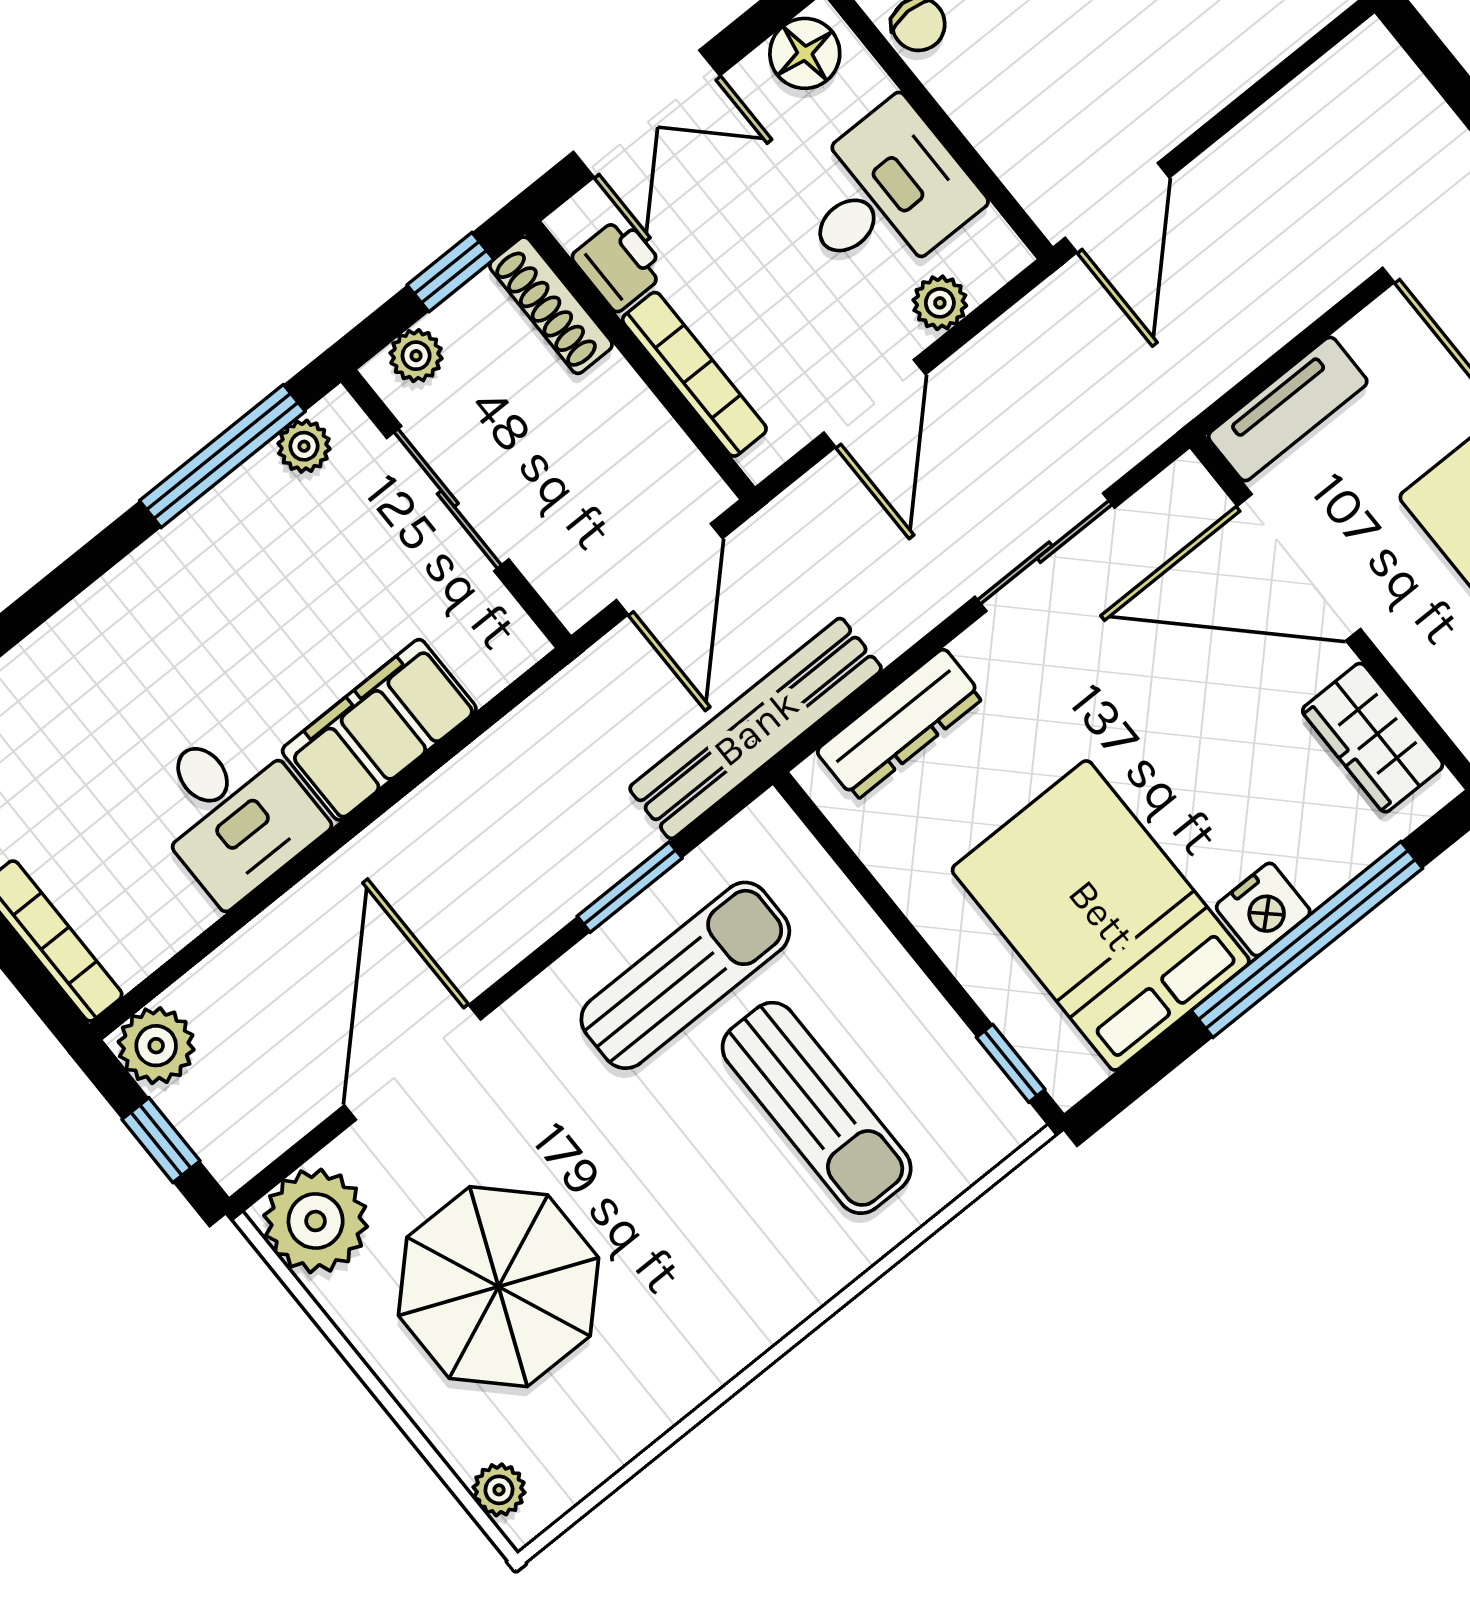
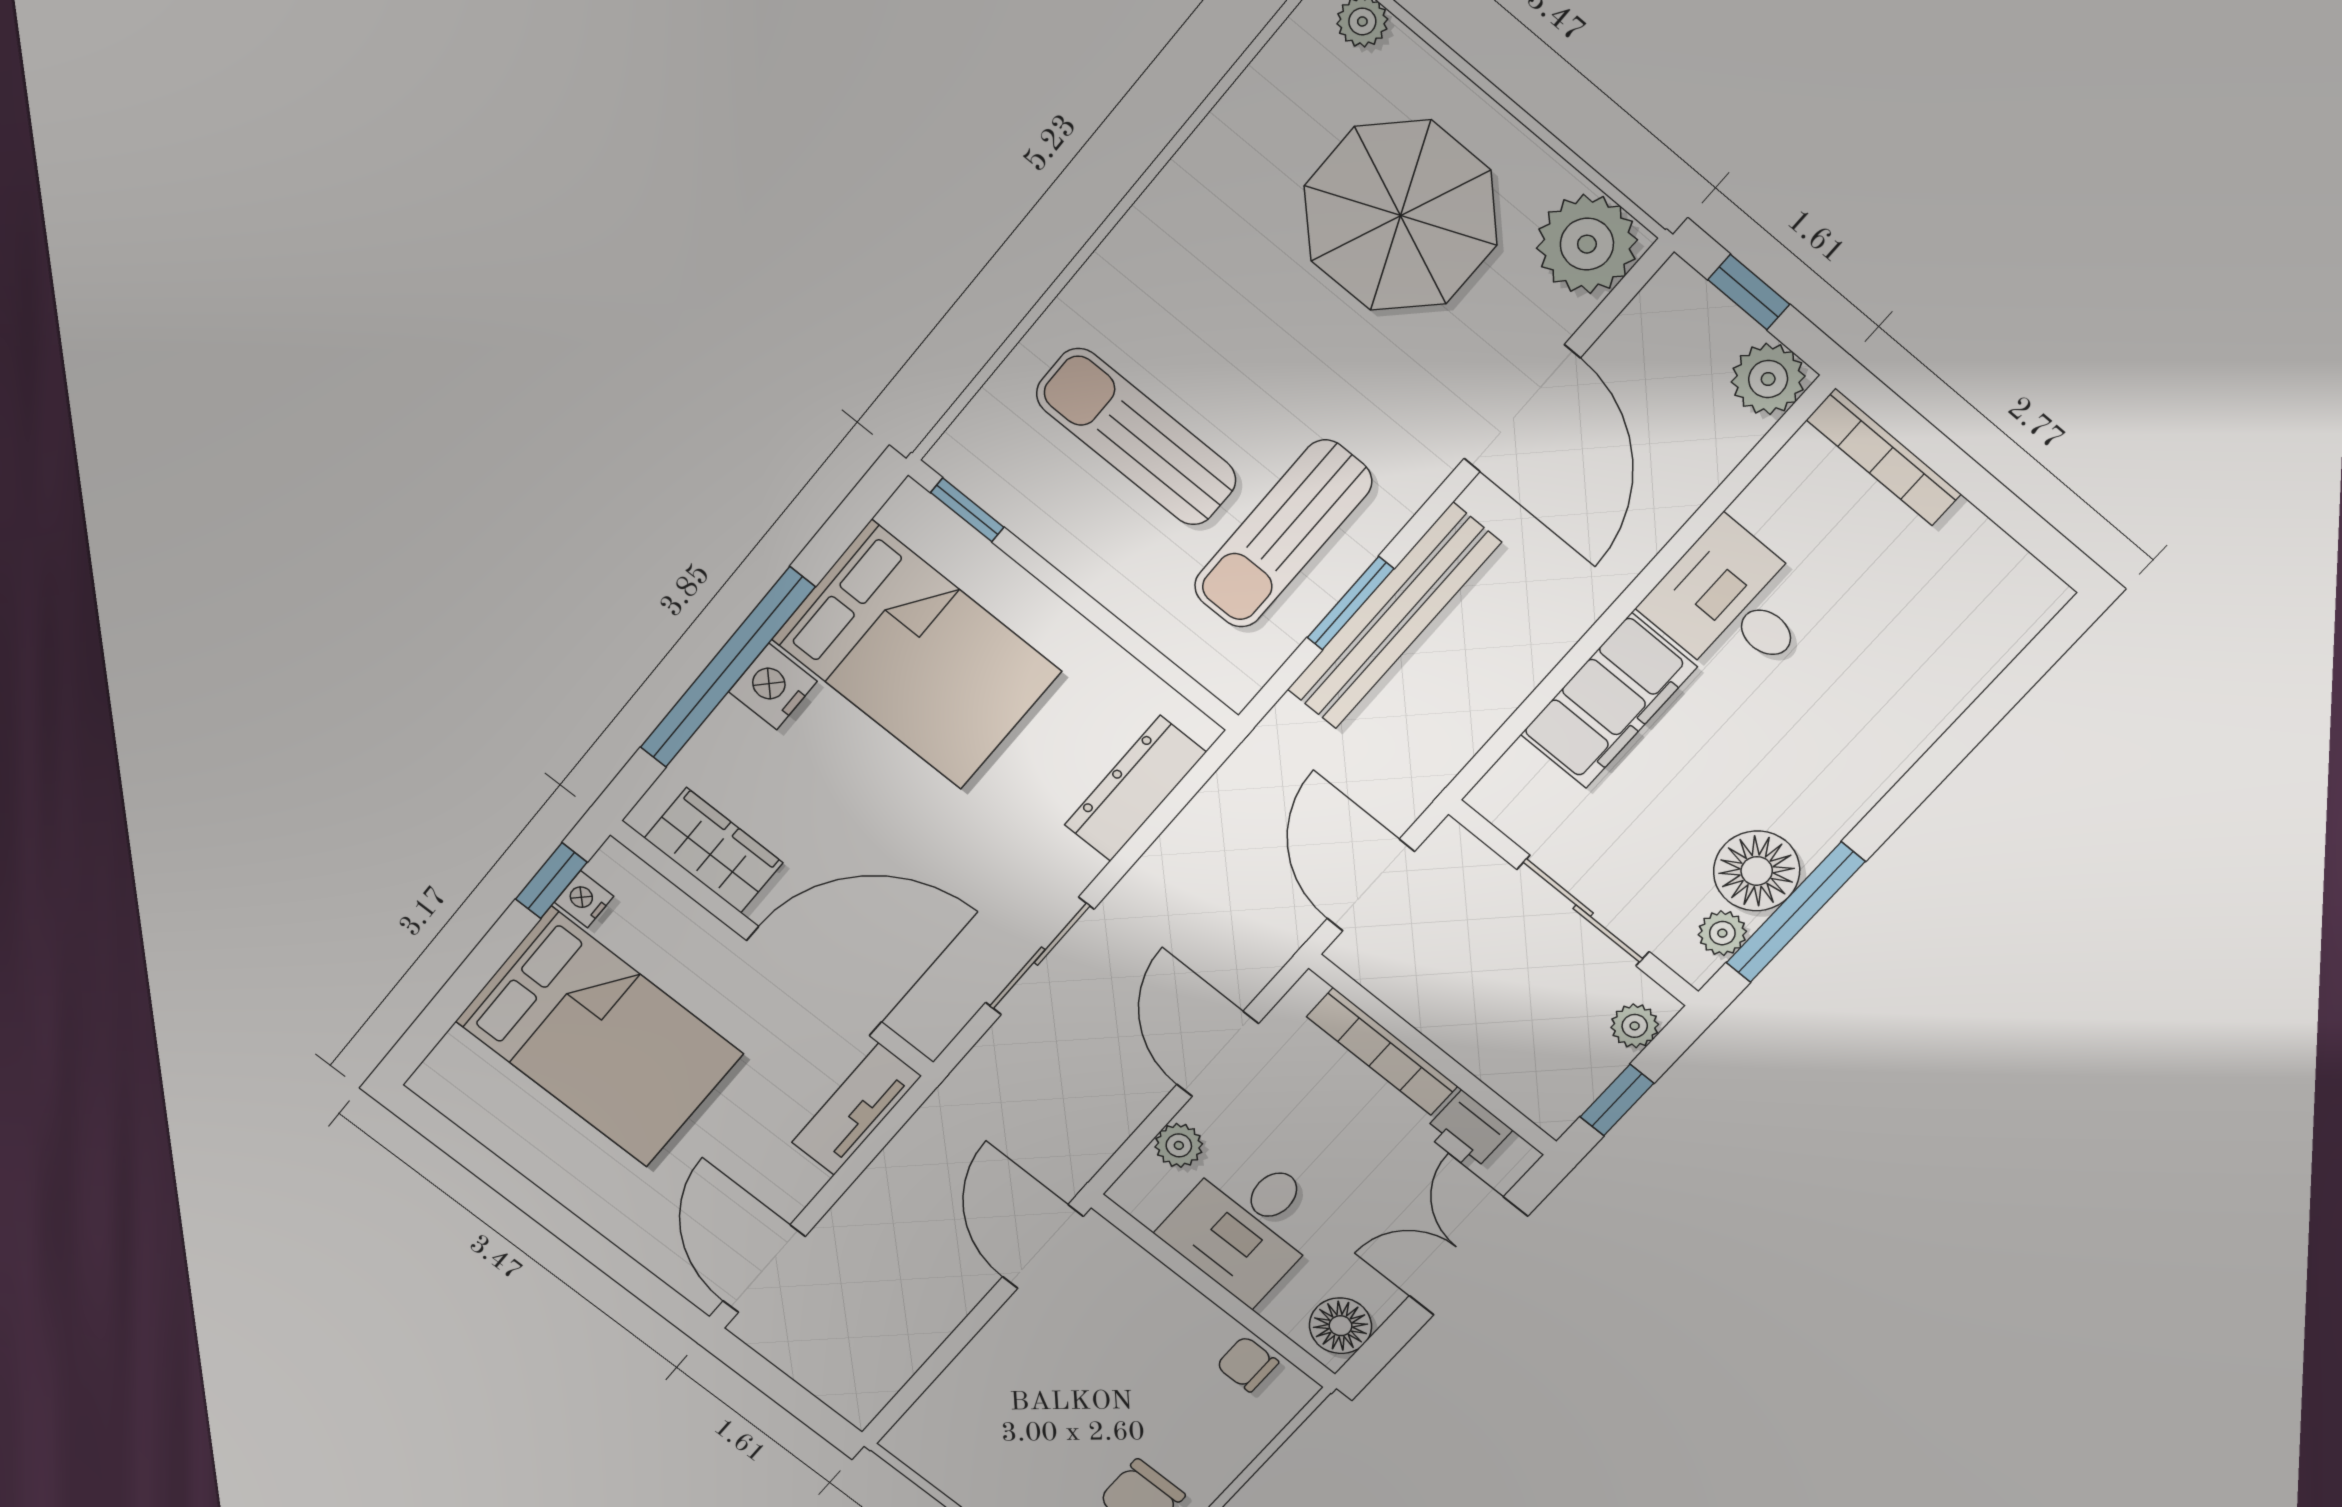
shoe rack: (551, 305) -> (1522, 1087), removed
floor lamp: (256, 511) -> (1757, 871), added
bench: (756, 728) -> (1394, 616), moved

